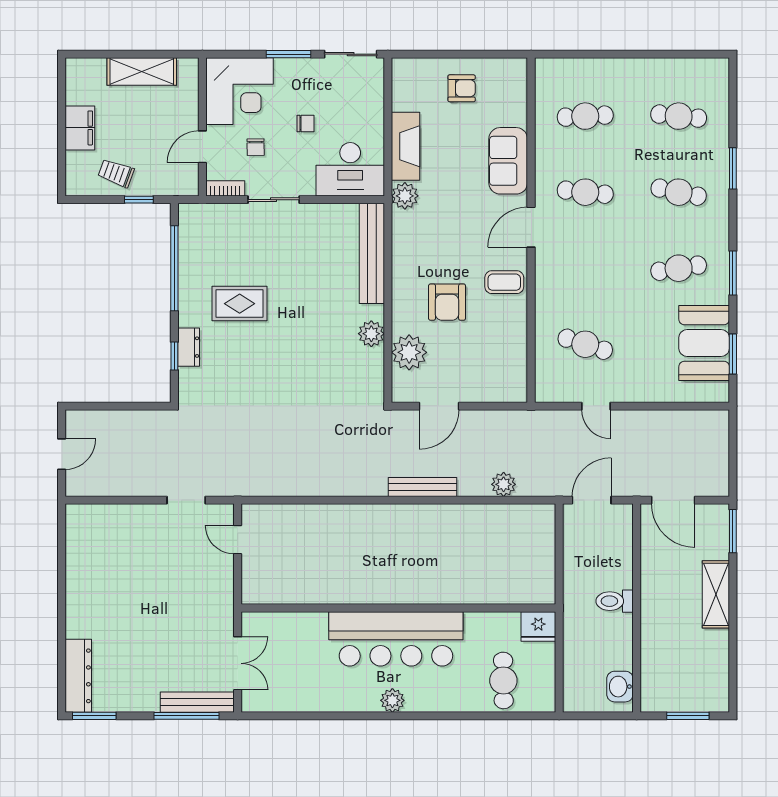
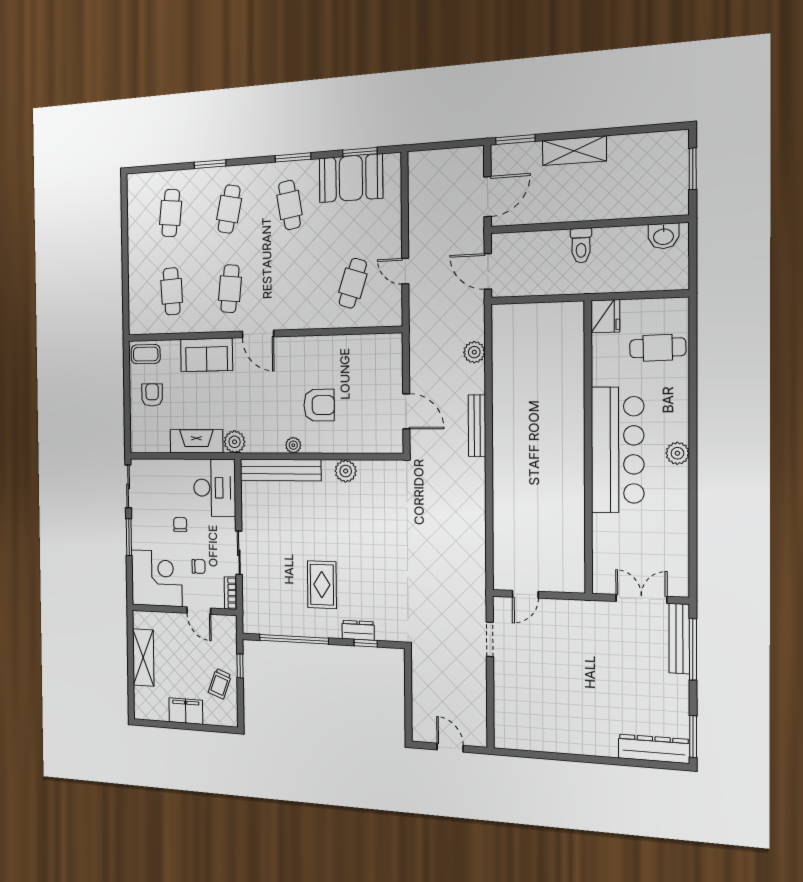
coffee table: (504, 282) -> (146, 354), moved, turned 90
plant: (409, 352) -> (293, 445), moved, width x0.53, depth x0.53
door: (596, 406) -> (405, 271), swing flipped

